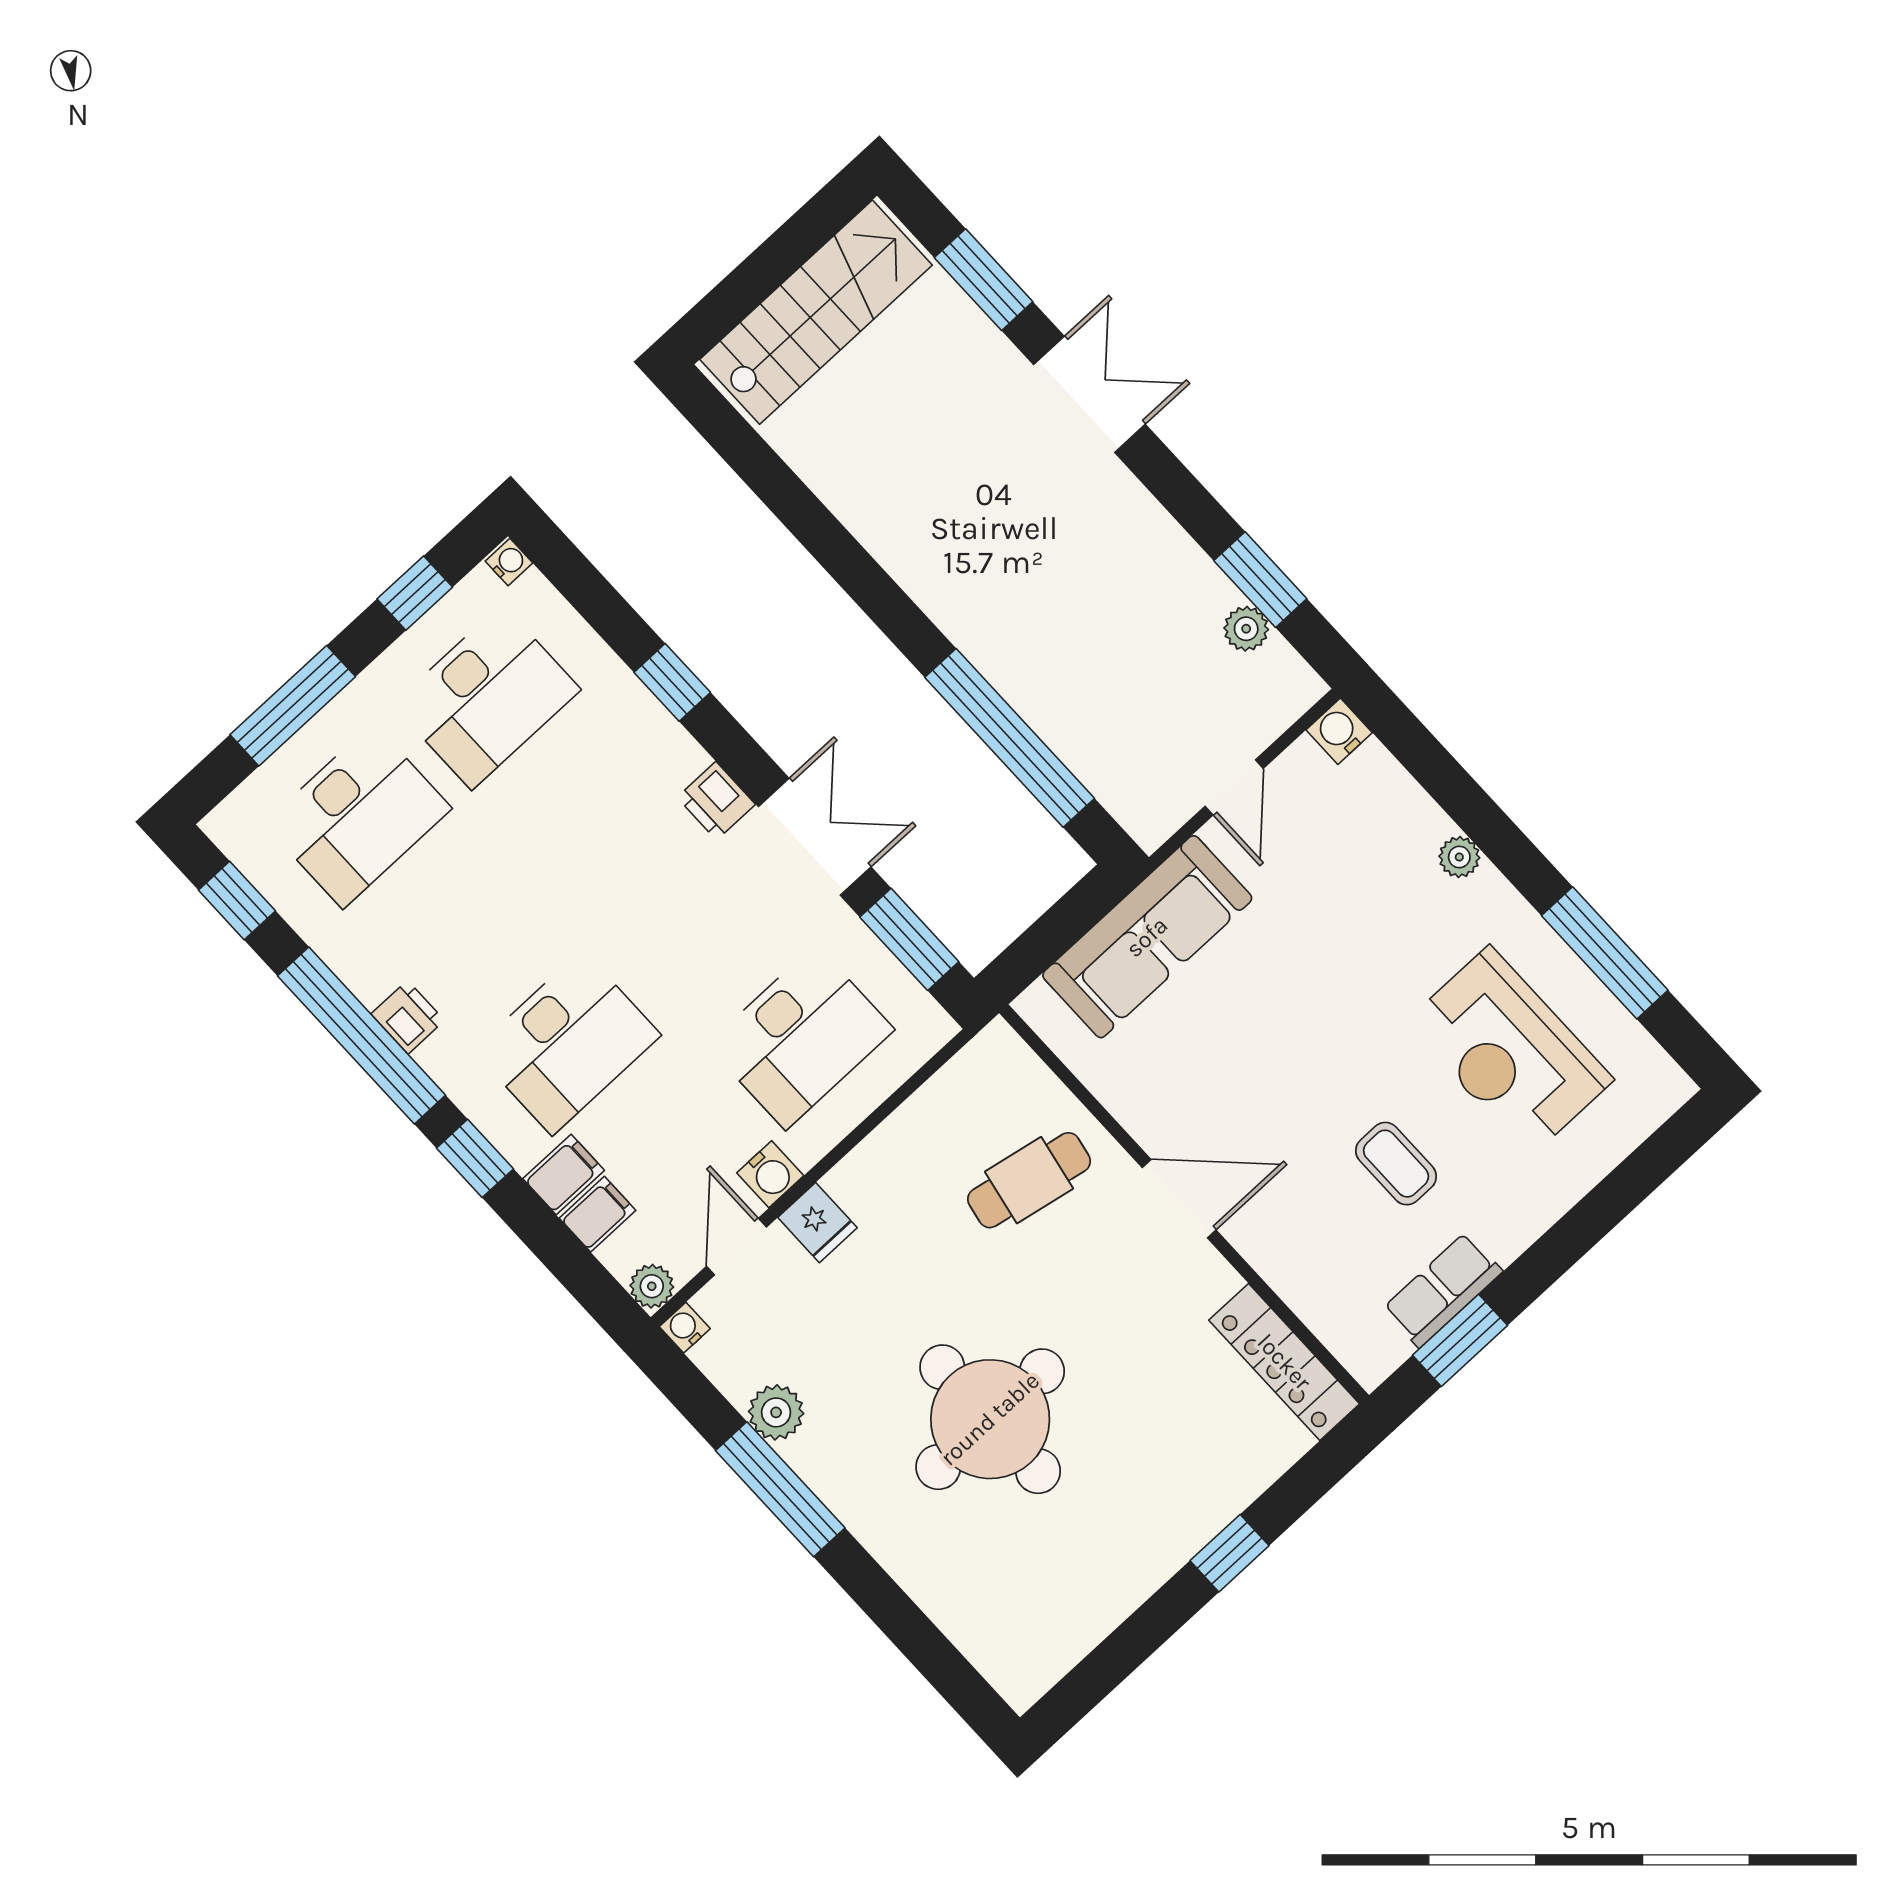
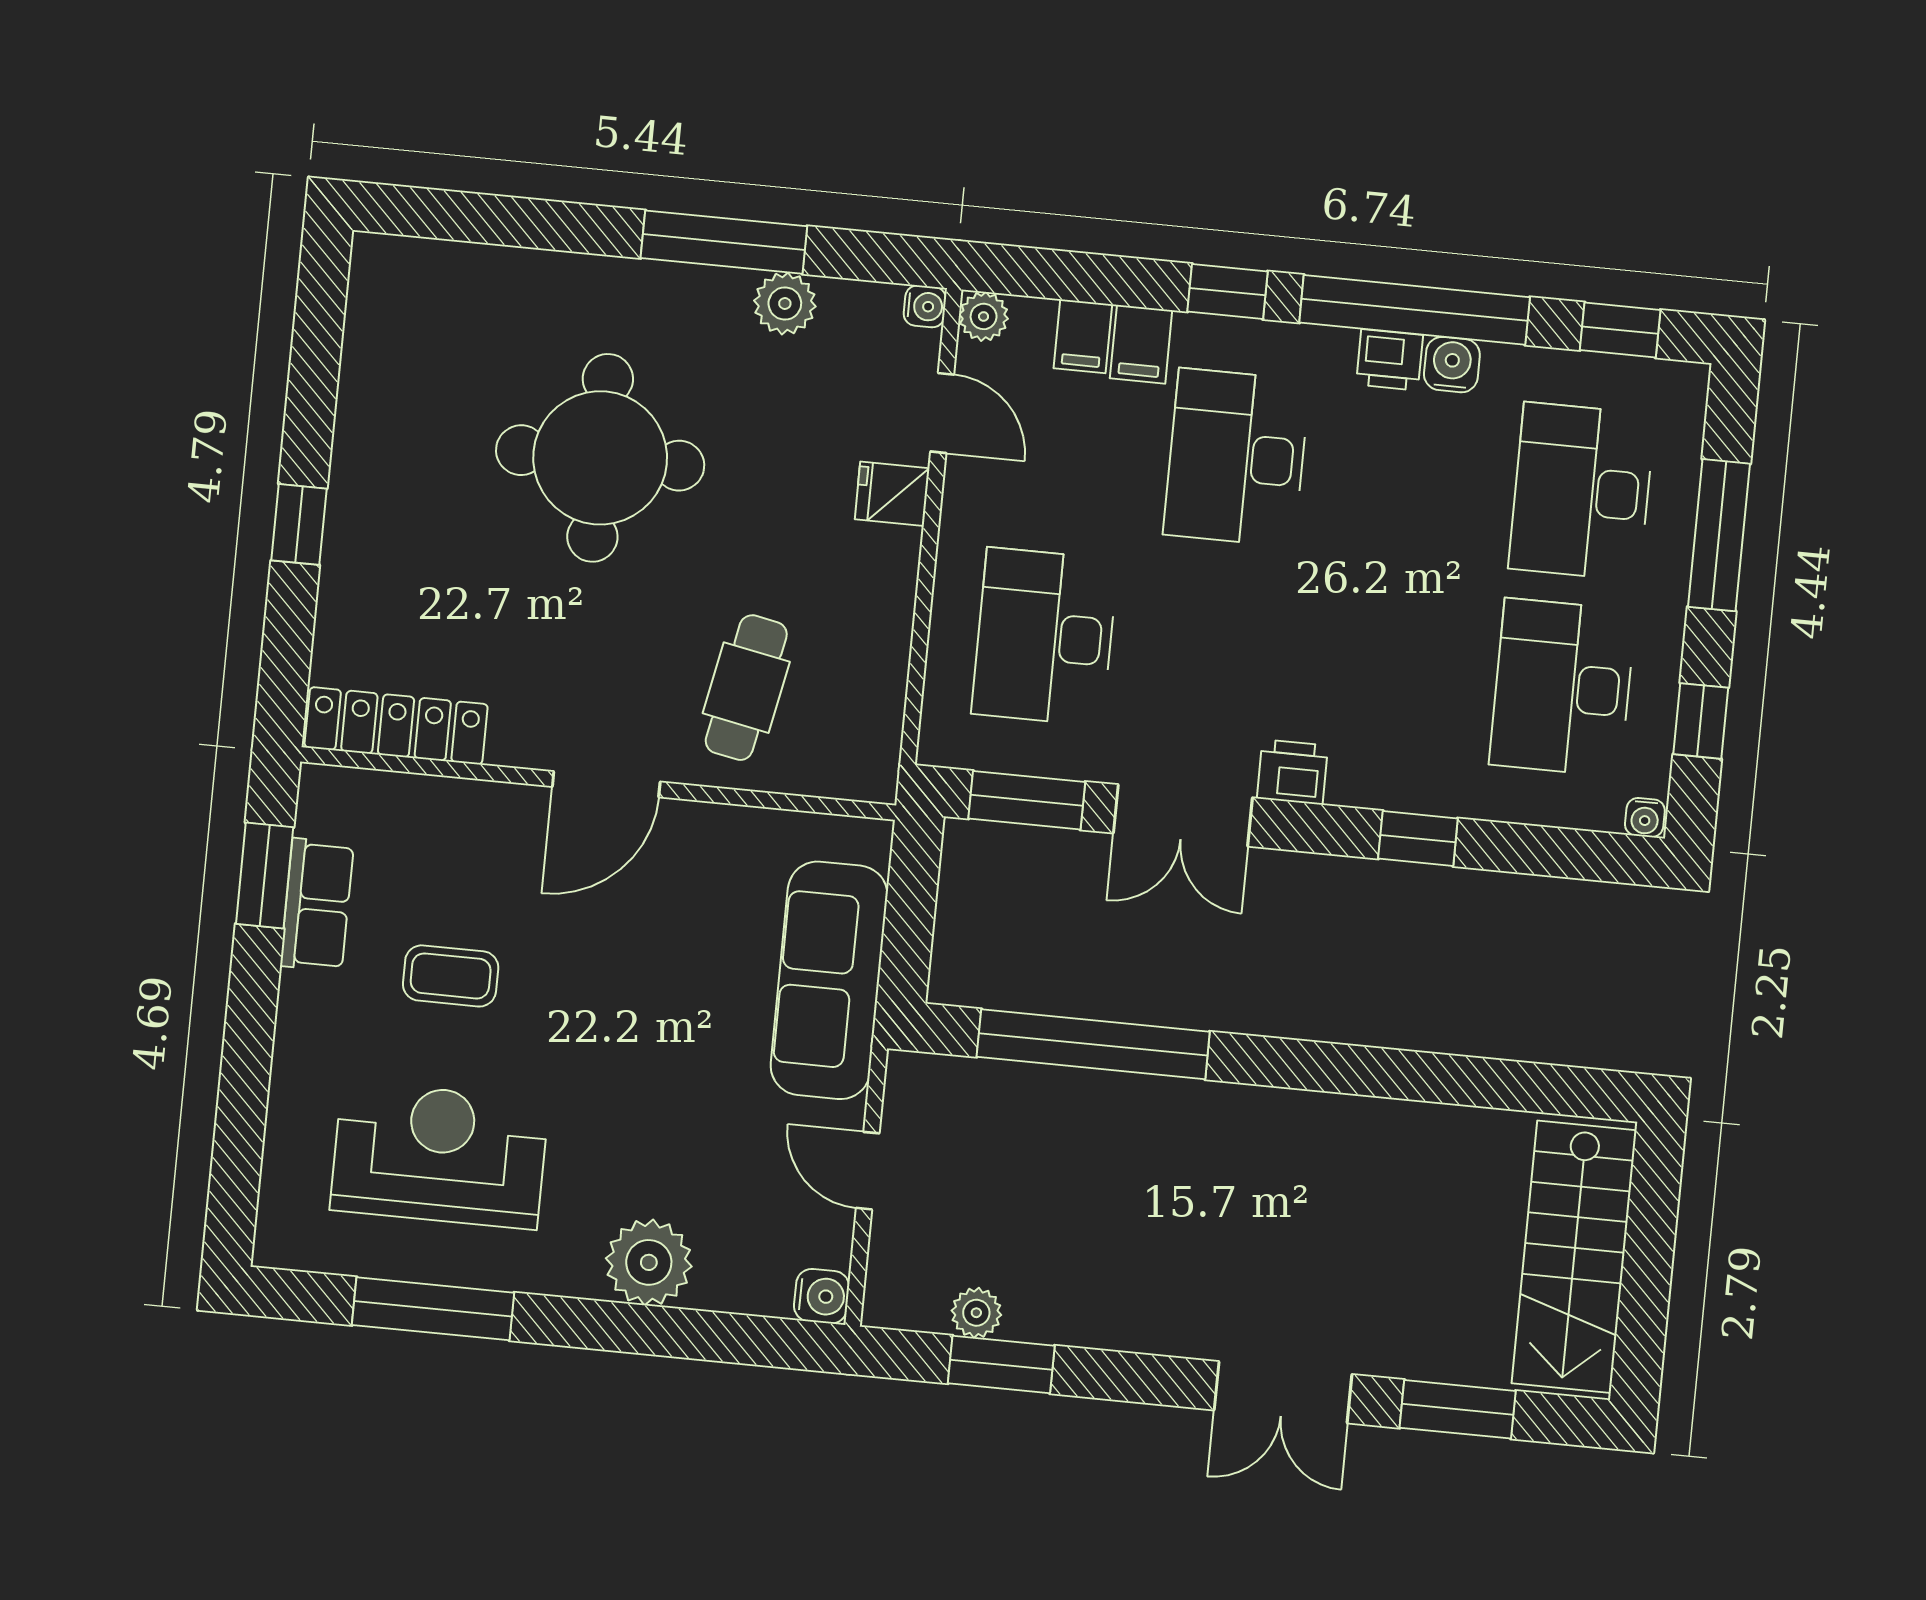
plant: (1459, 857) -> (649, 1262), width x1.88, depth x1.88
water cooler: (770, 1174) -> (1452, 365), moved, turned 90

